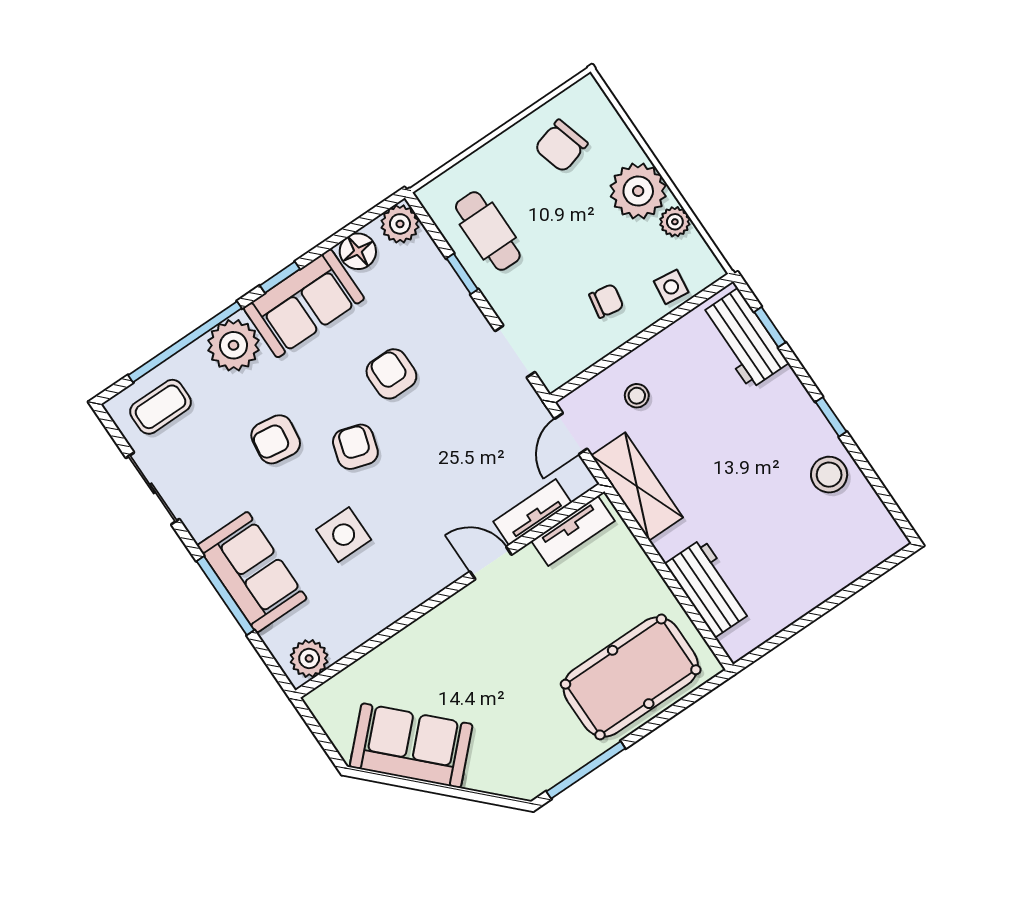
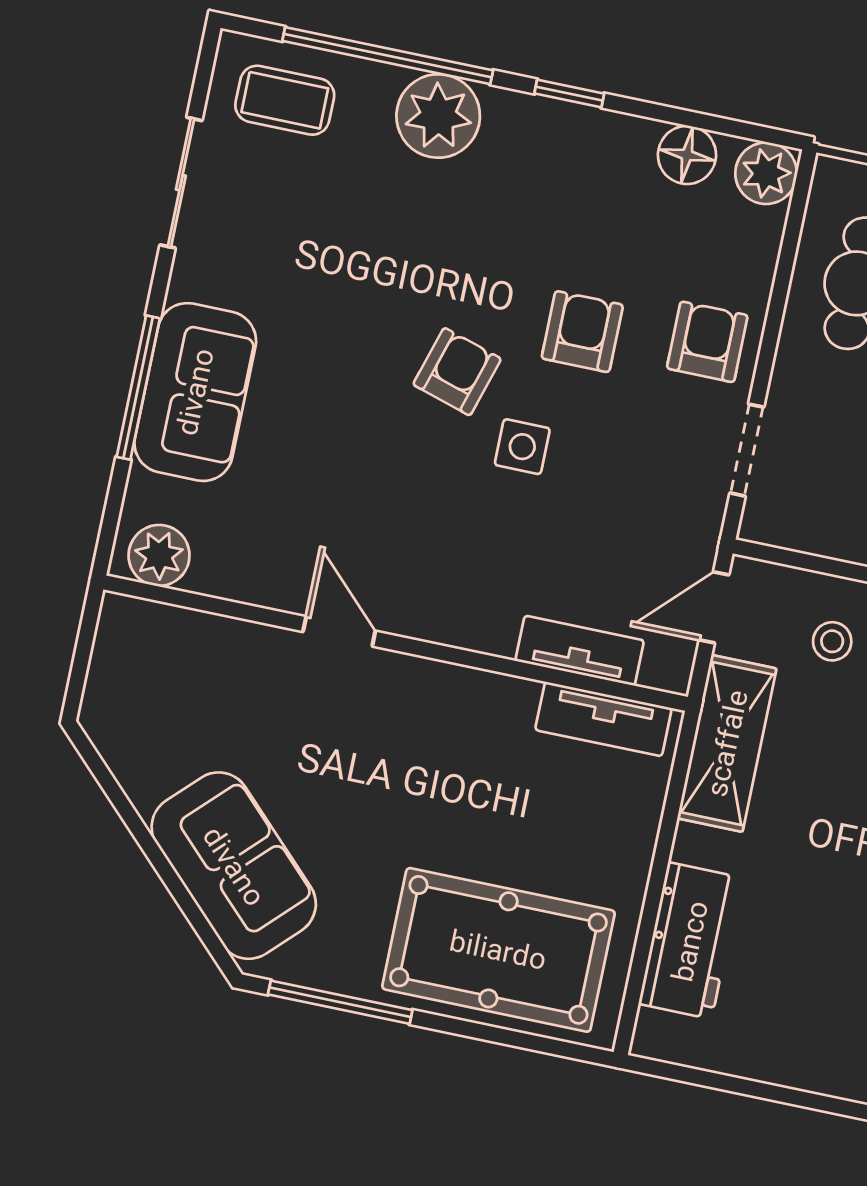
window: (462, 274) -> (778, 302), removed
sofa: (304, 303) -> (566, 151), removed
armchair: (276, 439) -> (707, 342), moved, turned 82
side table: (344, 535) -> (522, 447), moved, width x0.73, depth x0.73
door: (491, 563) -> (339, 631), moved
sofa: (411, 746) -> (234, 866), moved

